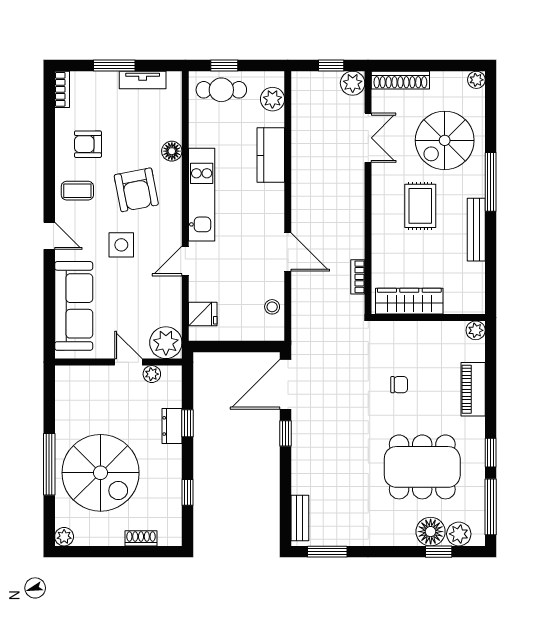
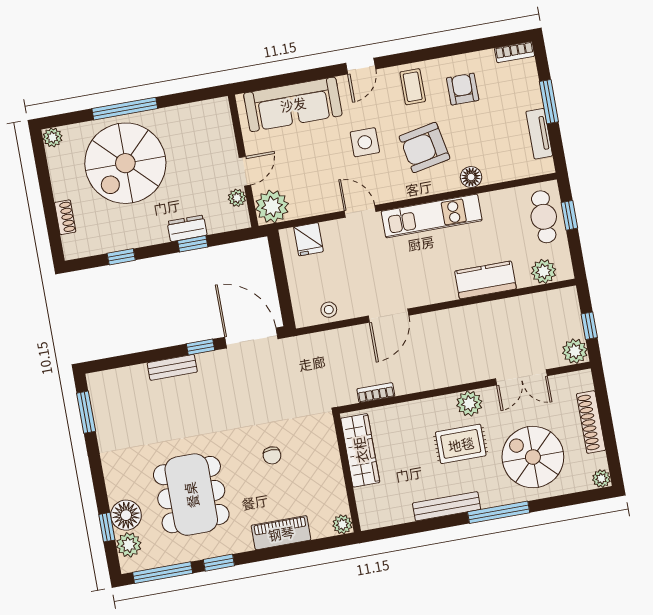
shoe rack: (400, 80) -> (591, 422), moved
plant: (384, 191) -> (469, 403), added
bench: (300, 518) -> (172, 367), moved

